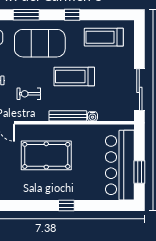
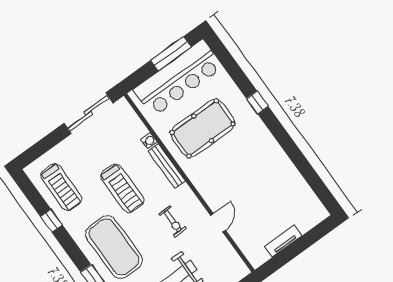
window: (72, 15) -> (51, 221), moved
pool table: (46, 155) -> (203, 128), moved, turned 90
window: (139, 172) -> (171, 54), width x1.44

